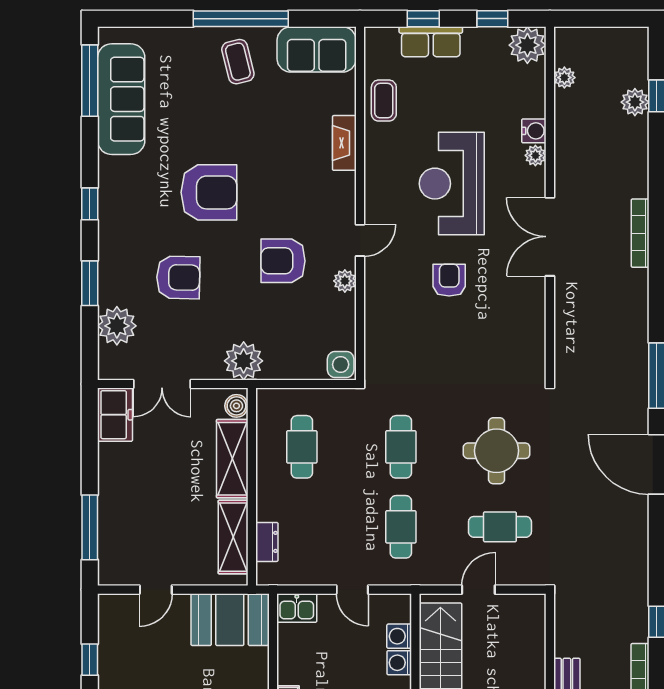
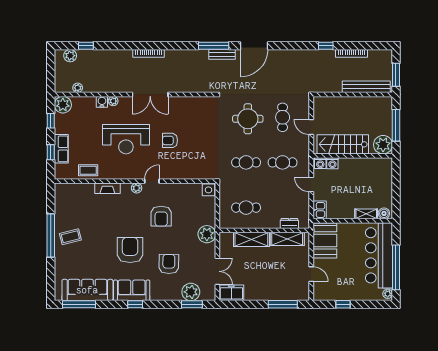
sofa: (317, 49) -> (132, 290), moved, turned -90
plant: (635, 102) -> (70, 56), moved
door: (360, 240) -> (152, 181), hinge flipped
plant: (345, 281) -> (137, 188), moved
window: (90, 283) -> (192, 304), moved
bench: (638, 394) -> (222, 54), added
boiler: (236, 406) -> (227, 237), removed
door: (352, 590) -> (311, 185), swing flipped
washing machine: (399, 663) -> (320, 163), moved

